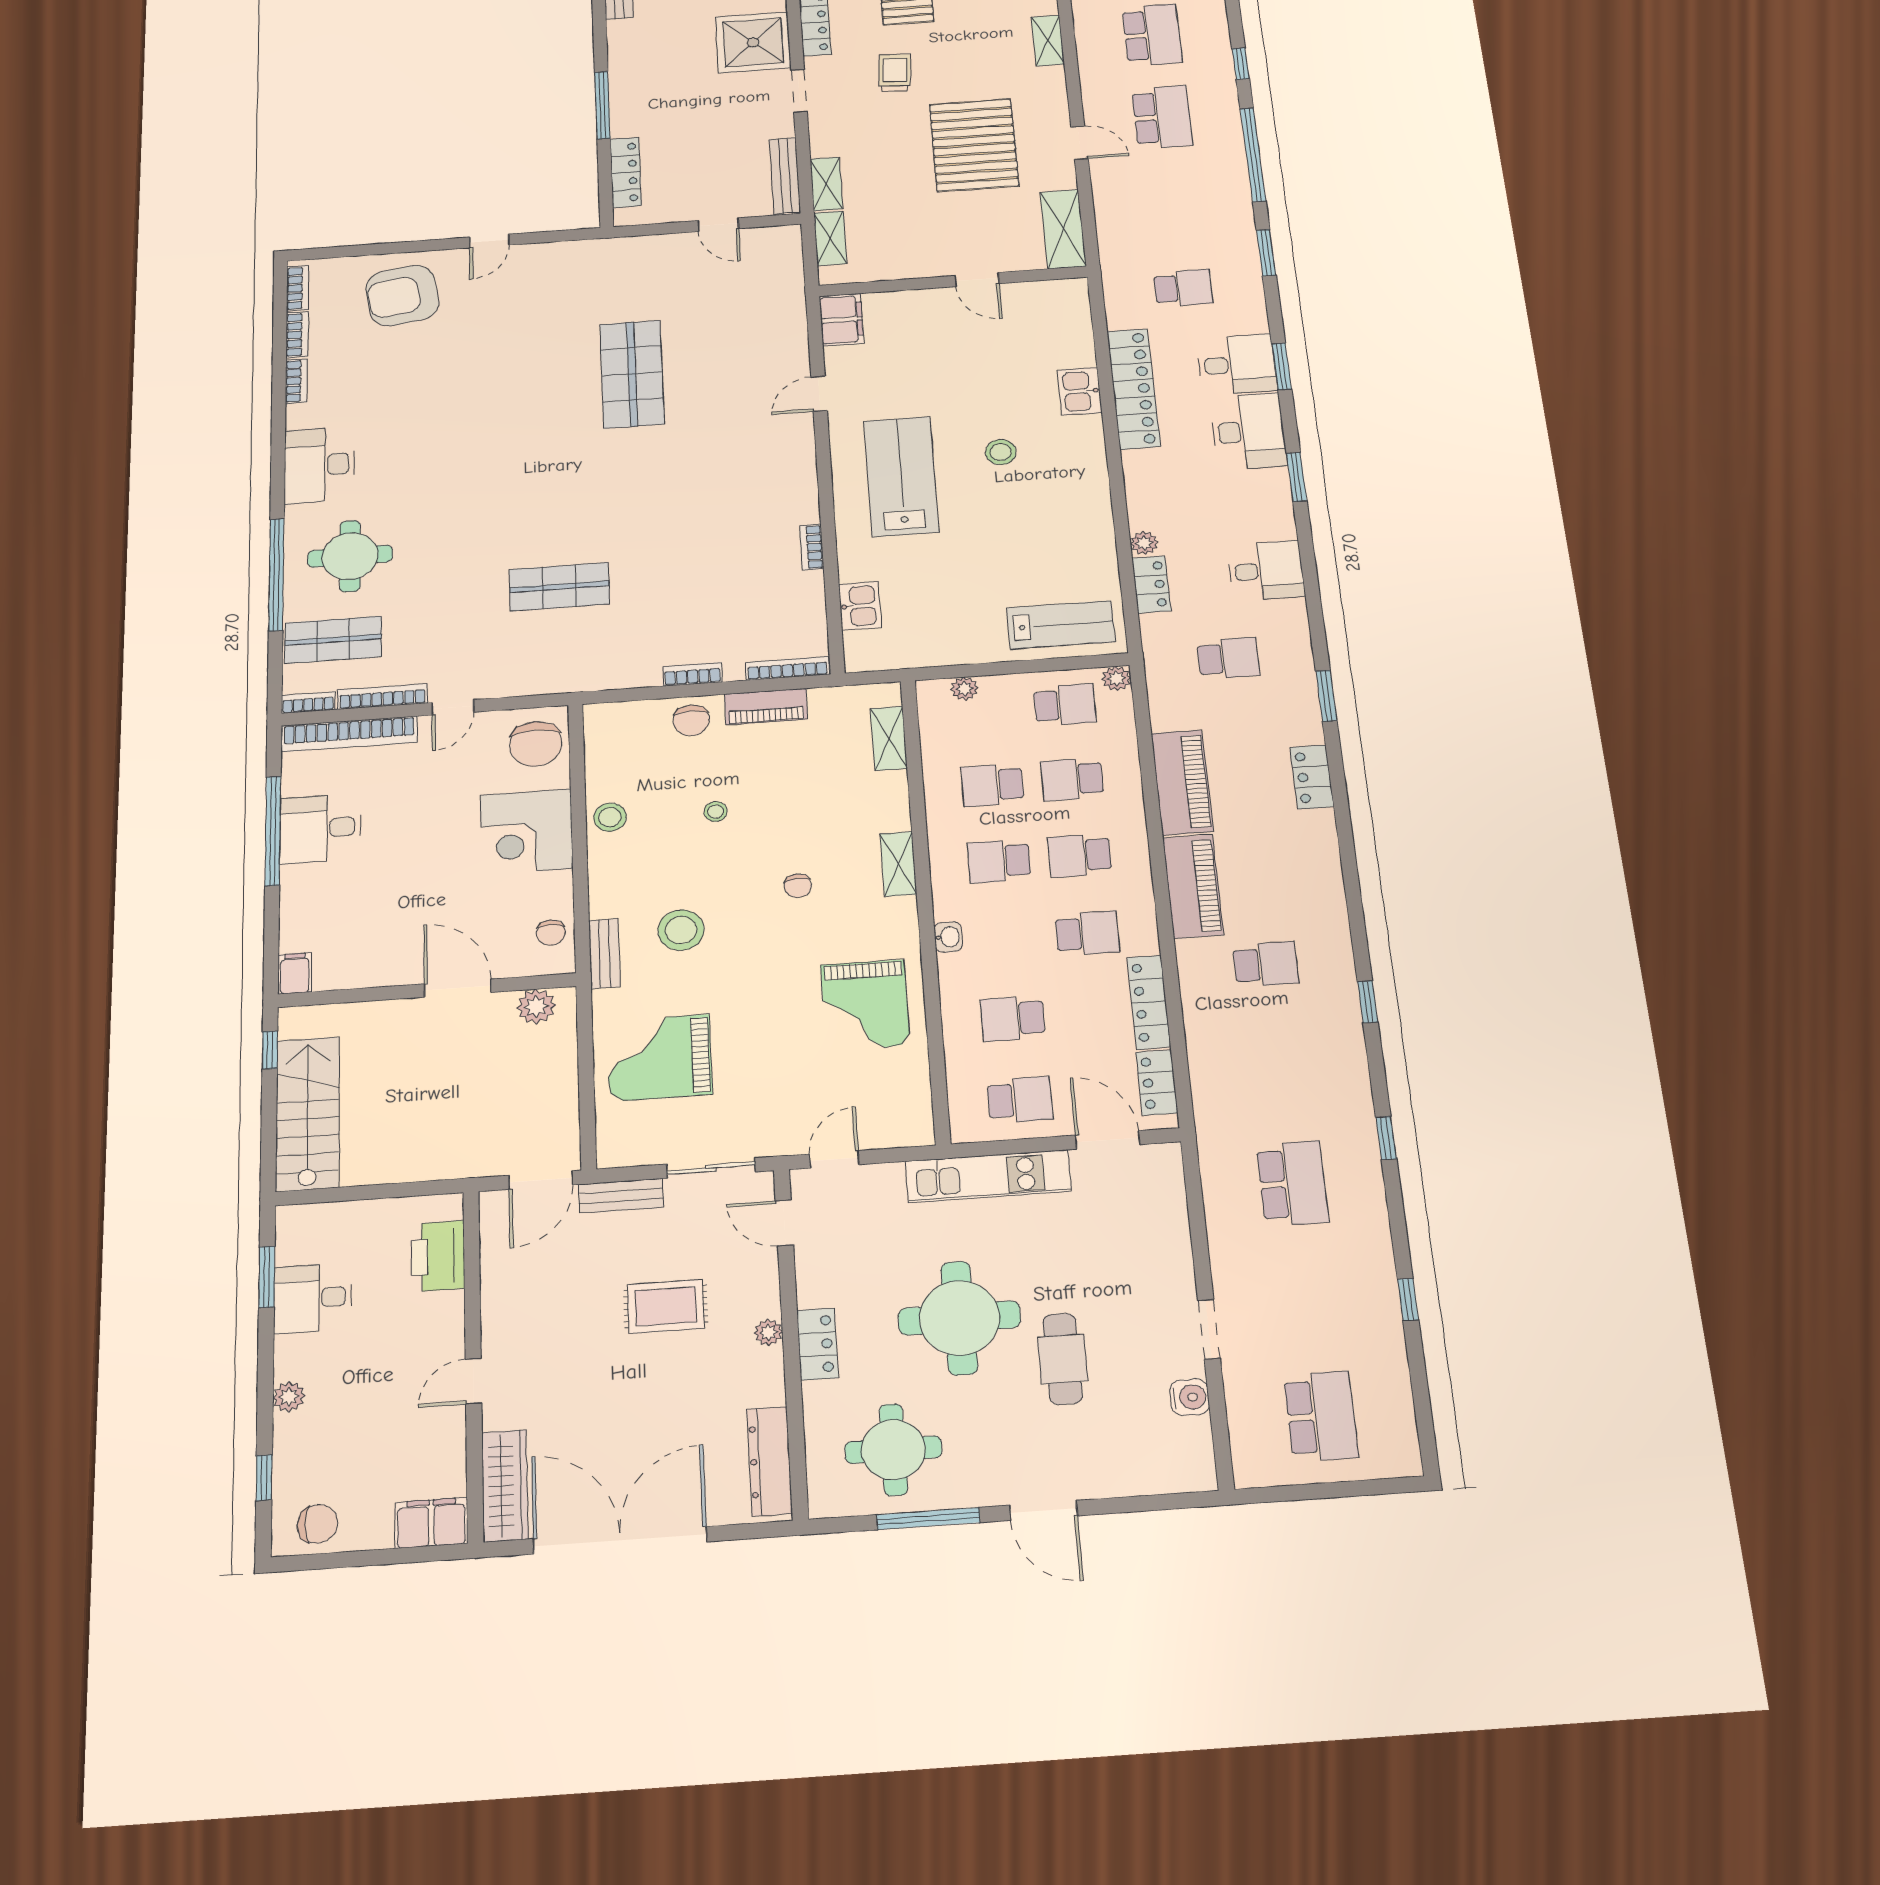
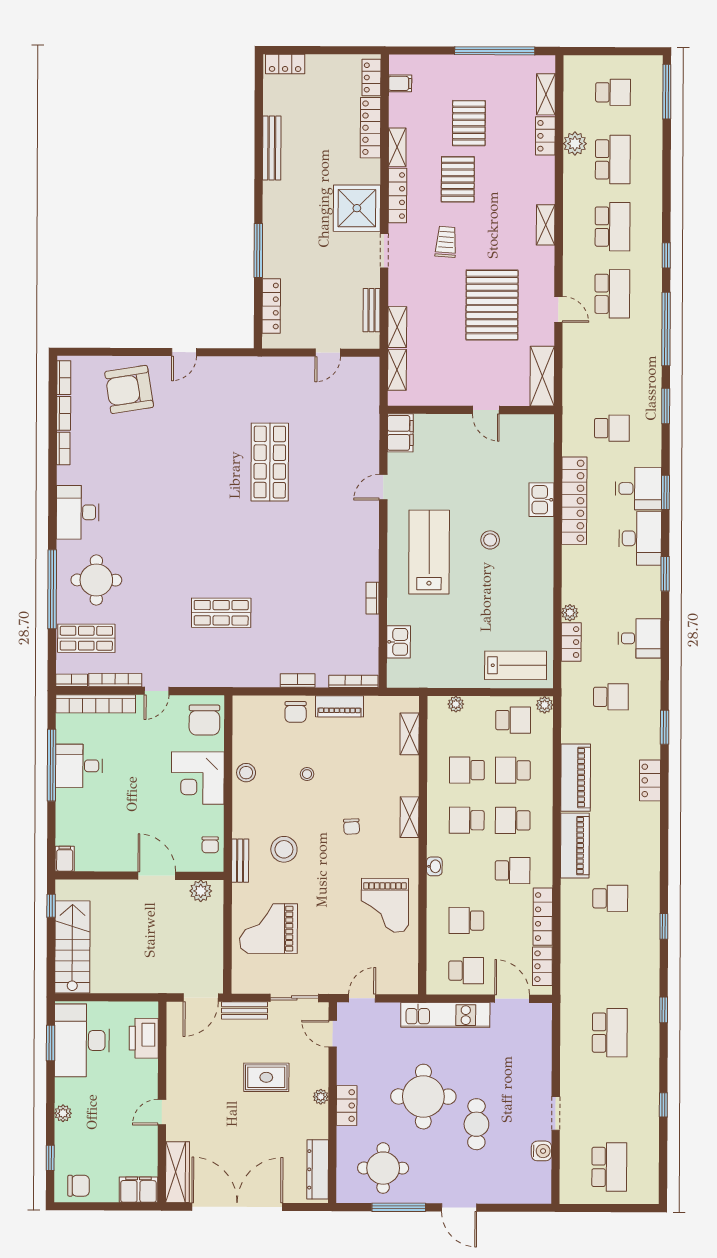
bench: (785, 176) -> (372, 310), width x0.73
door: (718, 225) -> (328, 353), hinge flipped
desk: (313, 1298) -> (82, 1040), width x1.87, depth x1.30

